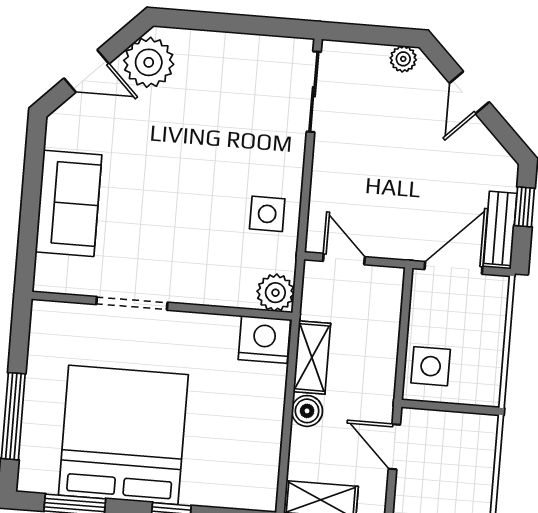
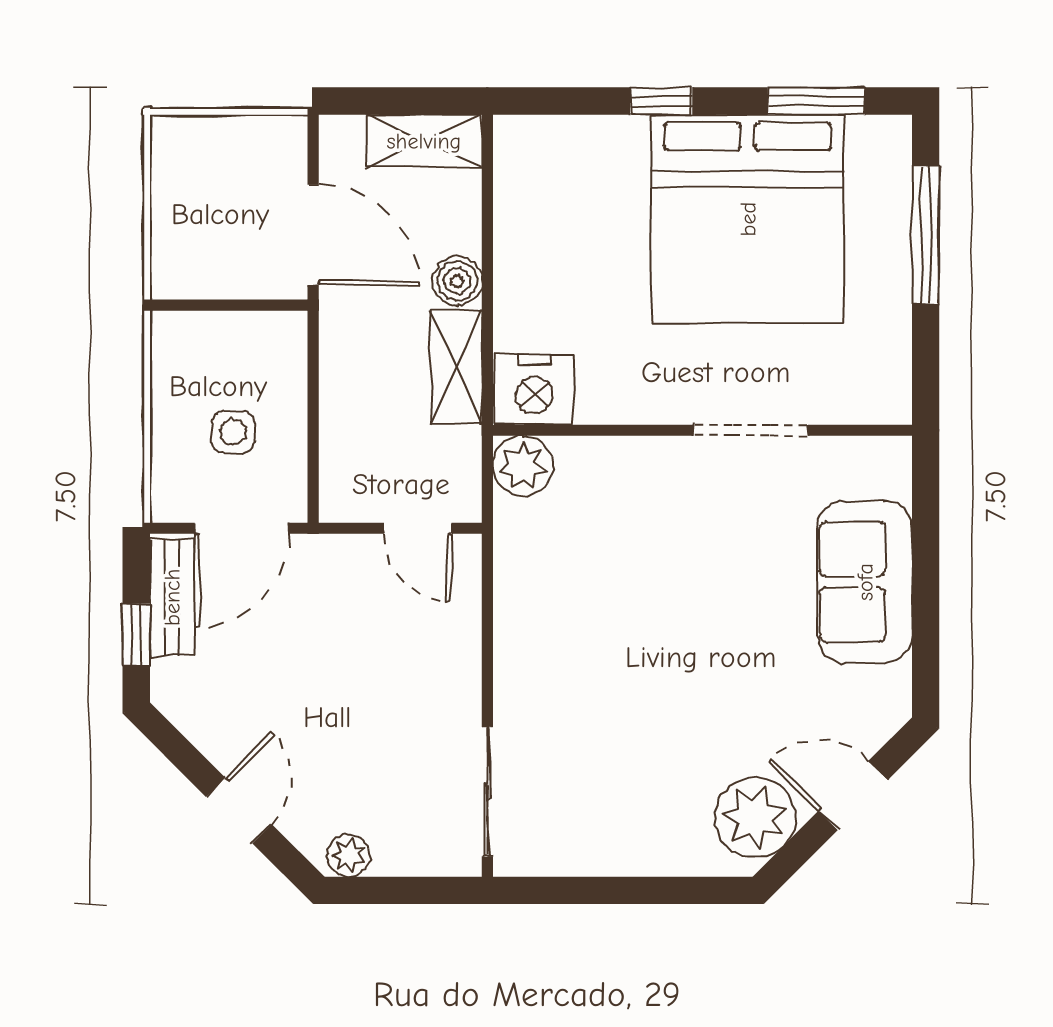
side table: (267, 214) -> (546, 591), removed
side table: (431, 366) -> (233, 432), moved, width x0.73, depth x0.73
door: (394, 447) -> (313, 235), width x1.38

